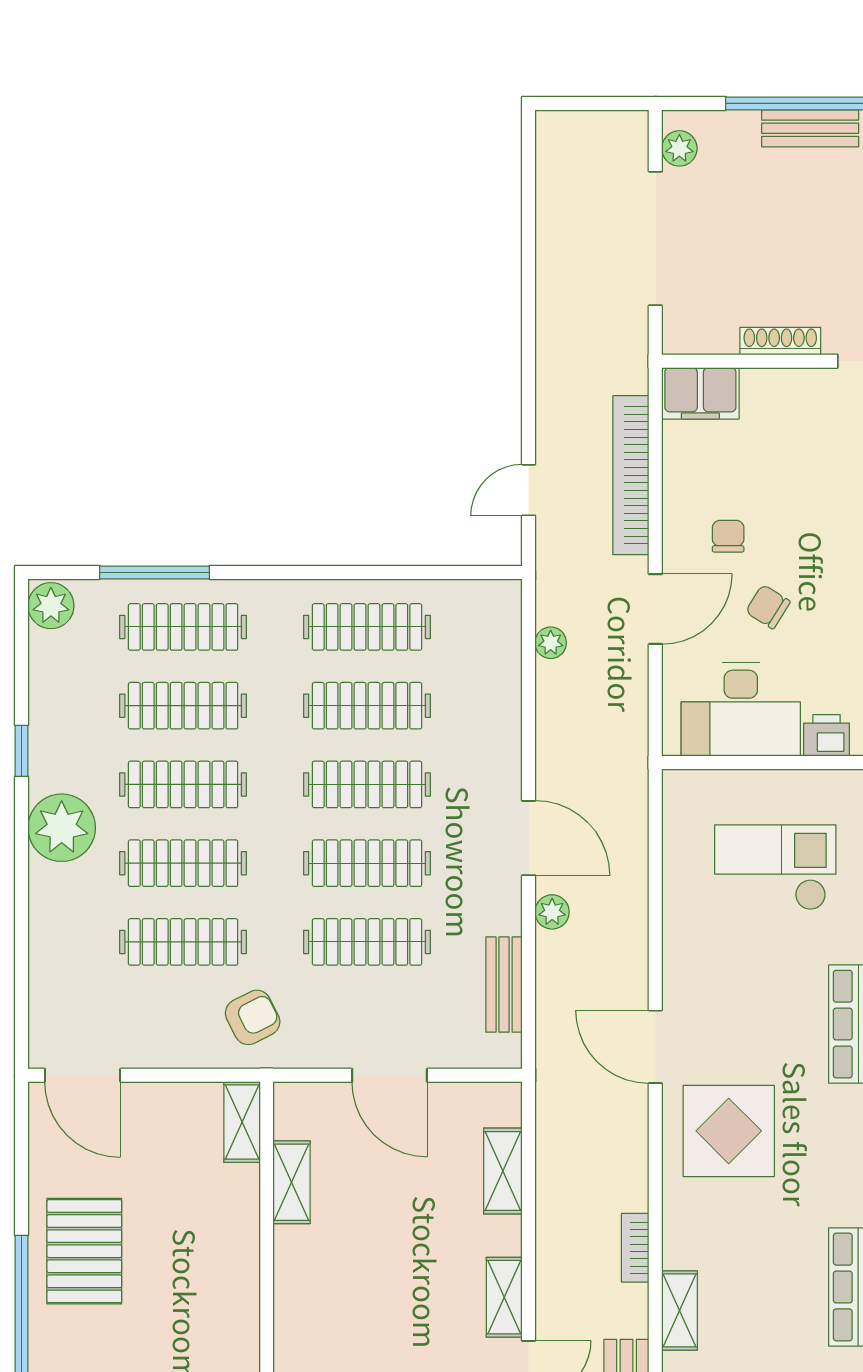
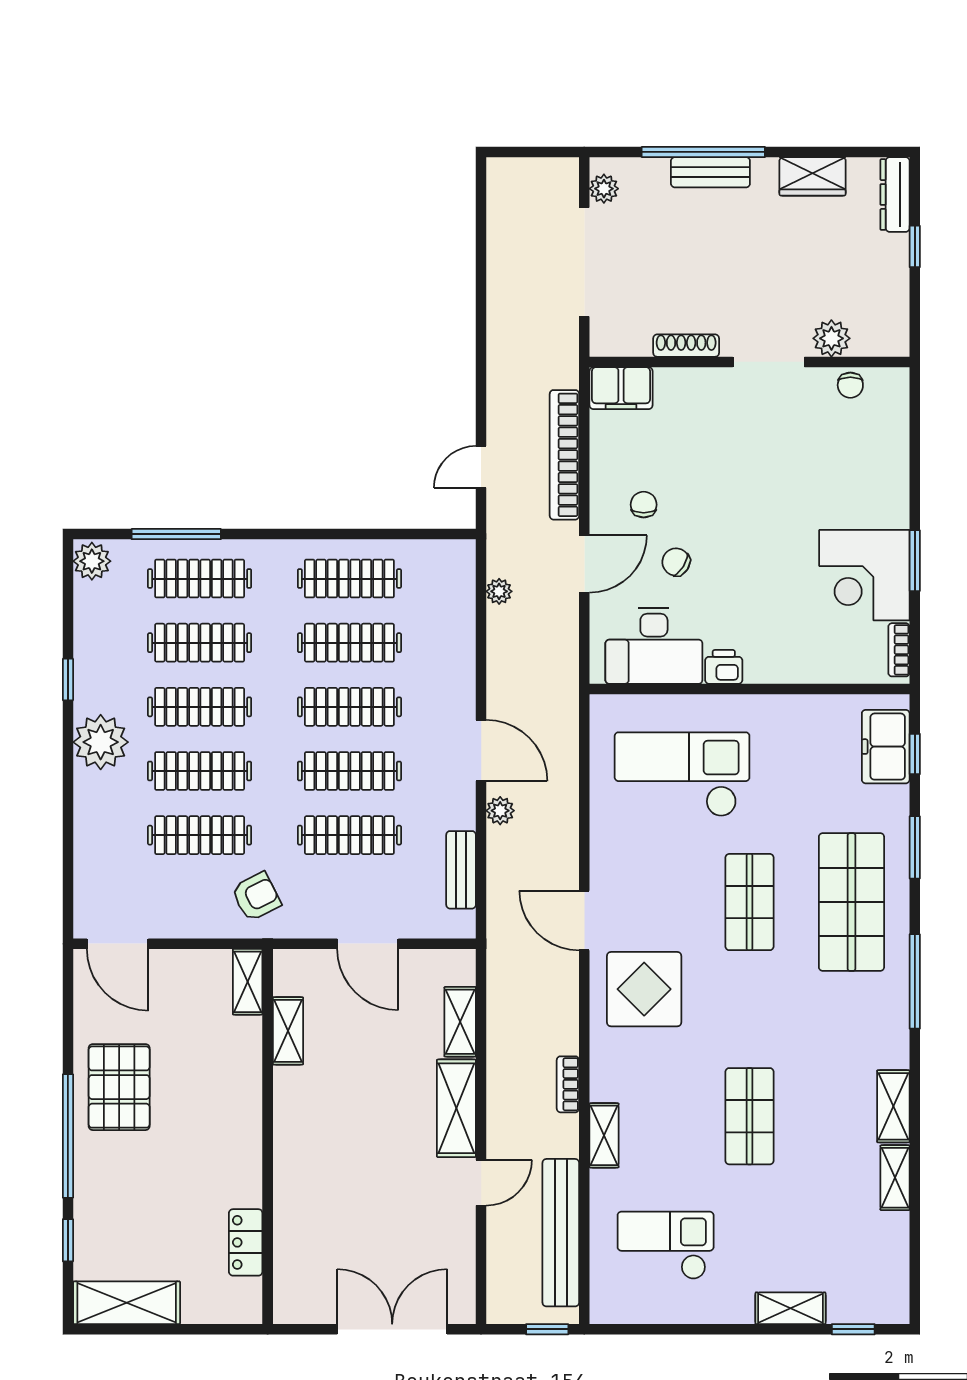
checkout: (775, 867) -> (682, 774), width x1.36, depth x1.21
shelving: (504, 1297) -> (456, 1108), width x1.50, depth x1.33

